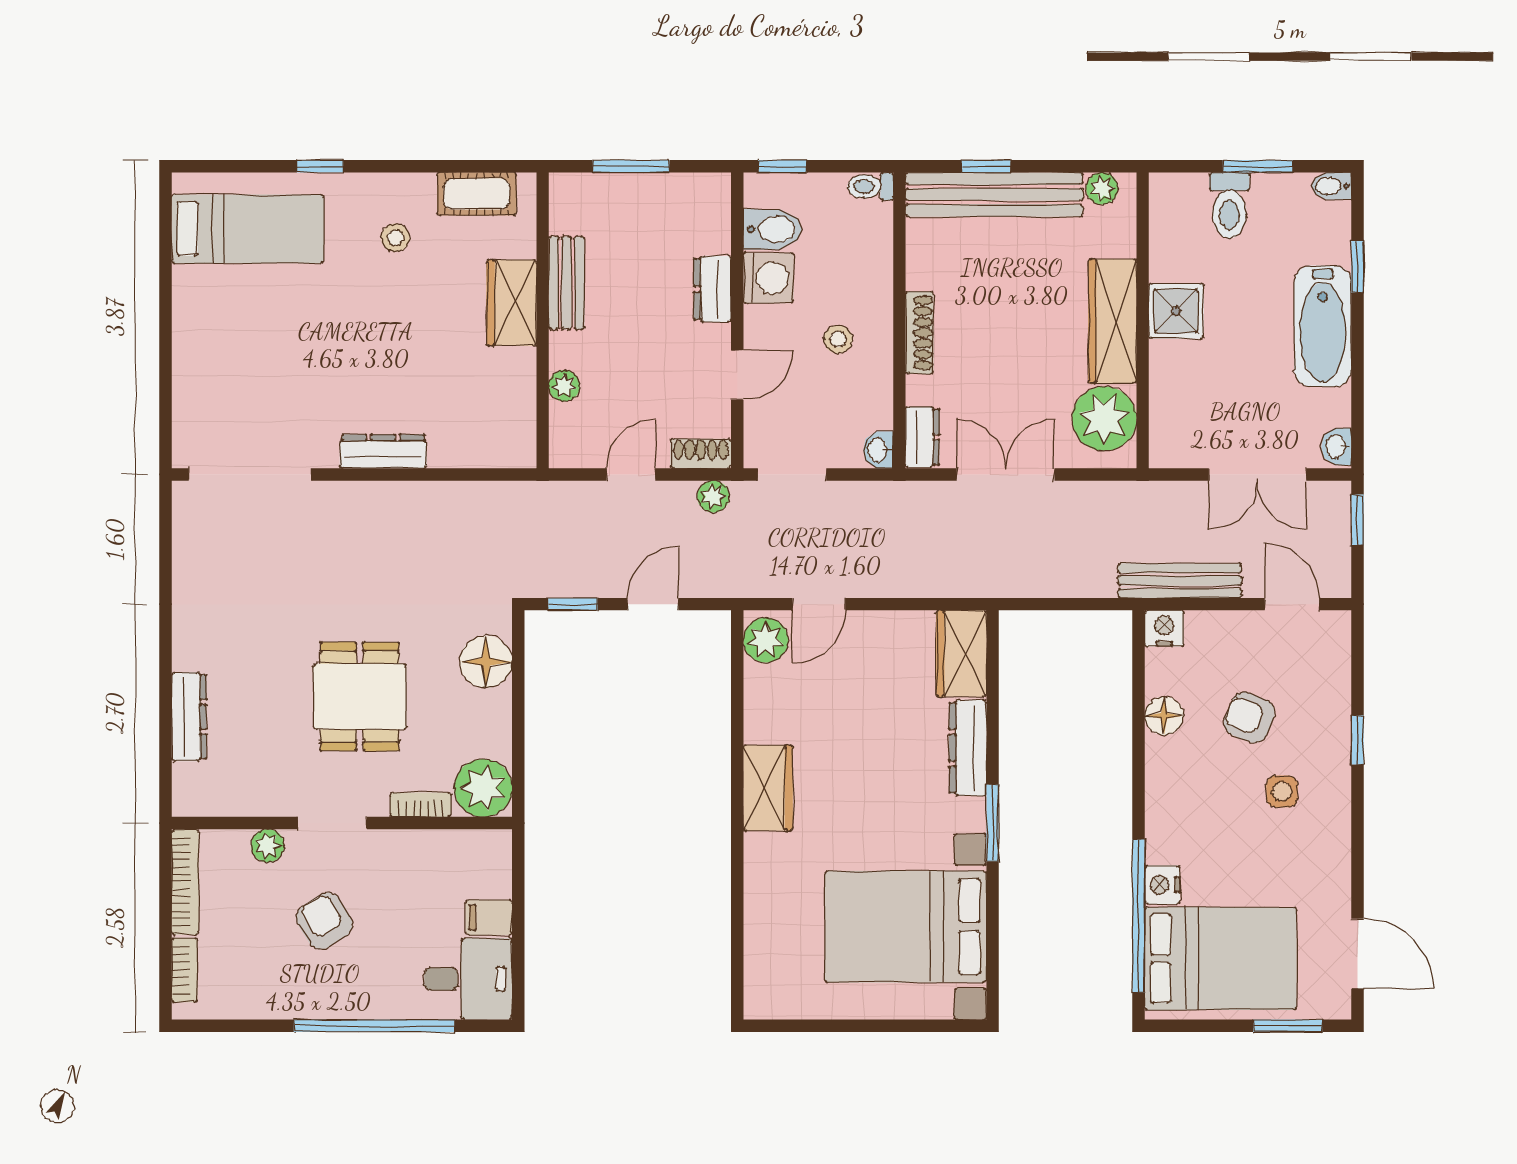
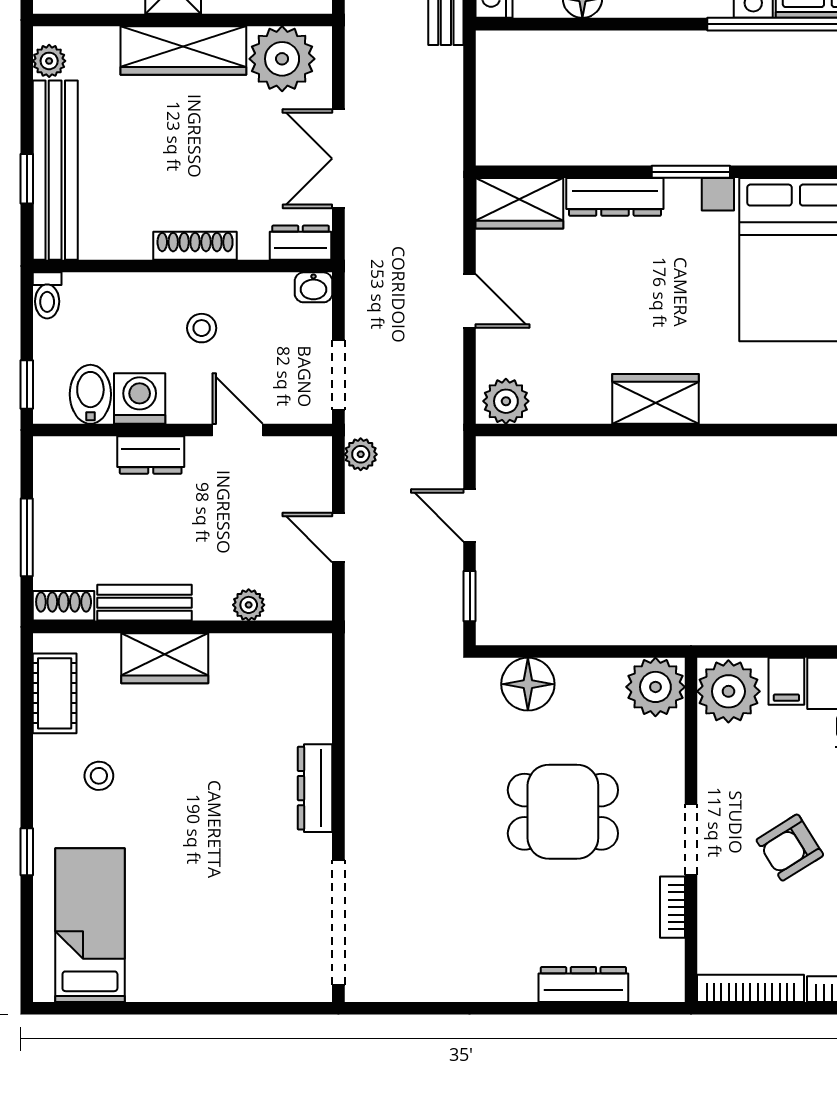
shoe rack: (701, 454) -> (64, 606), moved, turned 90
door: (819, 604) -> (470, 301), moved
bookcase: (421, 805) -> (673, 907), moved
plant: (268, 846) -> (728, 691), moved, width x1.87, depth x1.87

